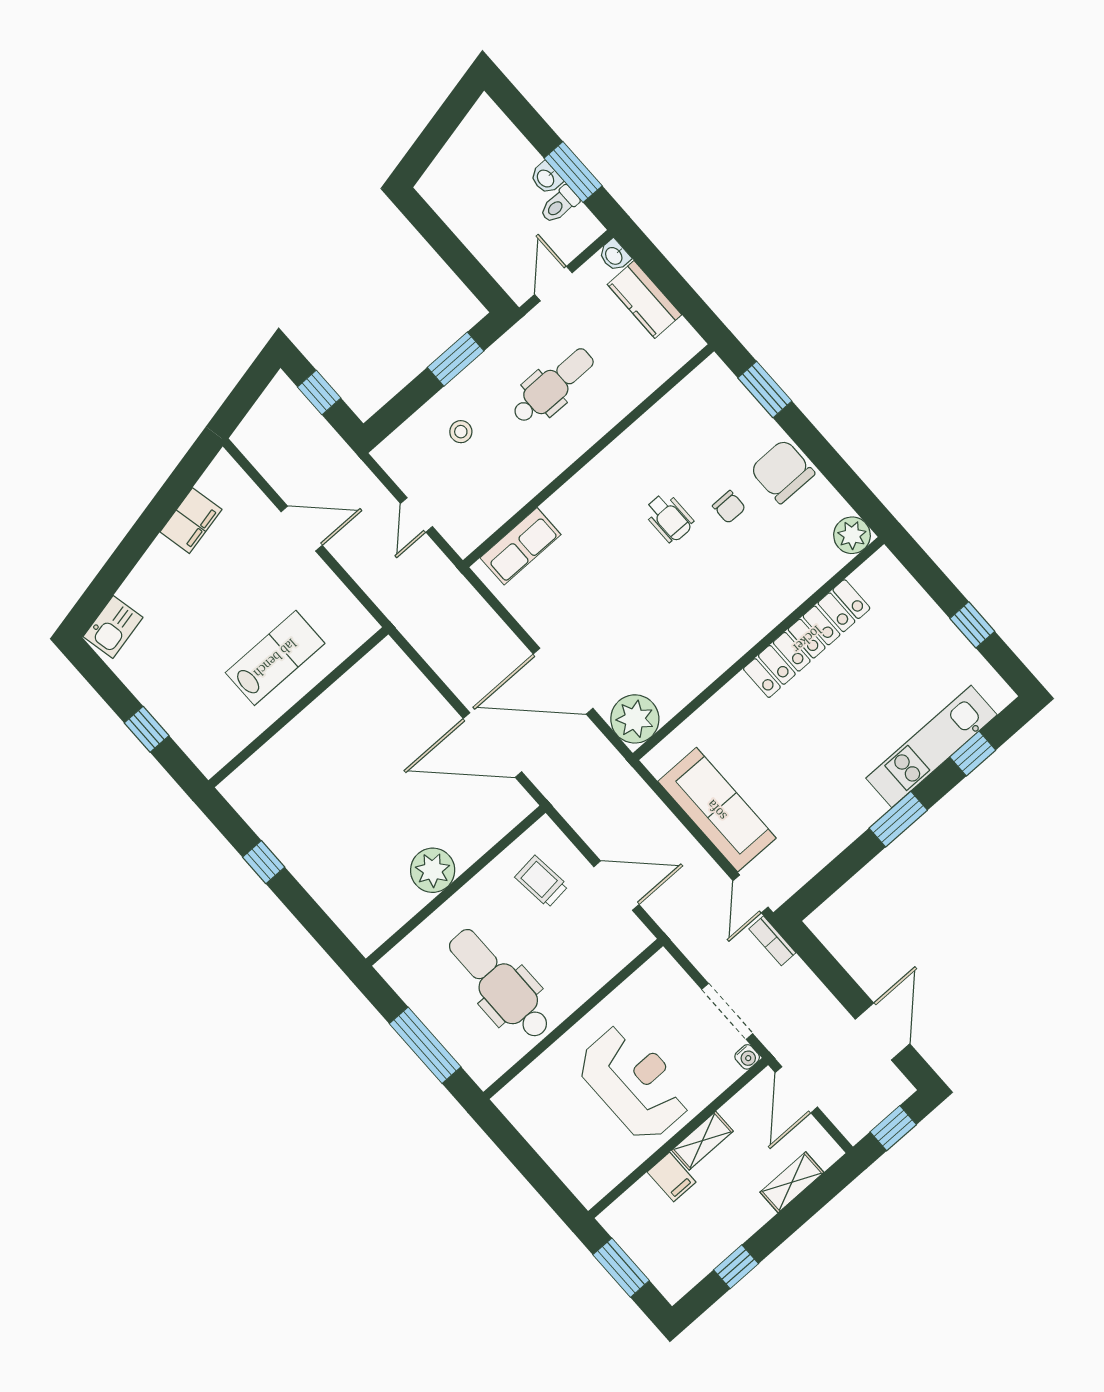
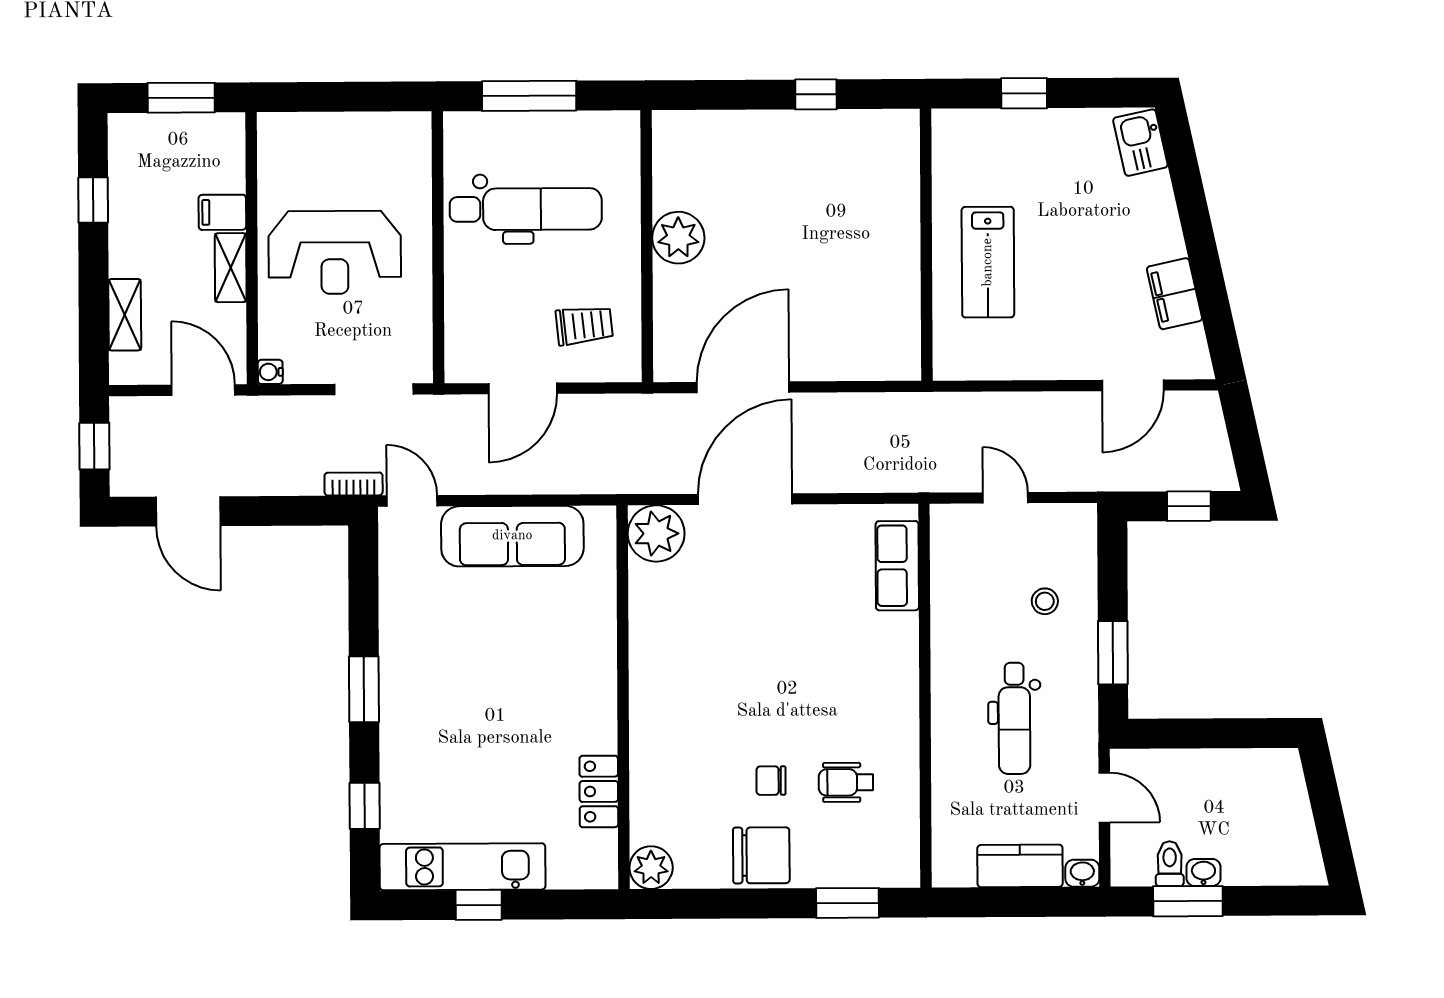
wheelchair: (669, 518) -> (846, 782), moved
door: (302, 529) -> (1133, 385), moved
locker: (807, 639) -> (599, 791), width x0.46, depth x0.83
kitchen unit: (931, 747) -> (462, 867), moved, turned -90
doorway: (727, 1011) -> (374, 389), moved

